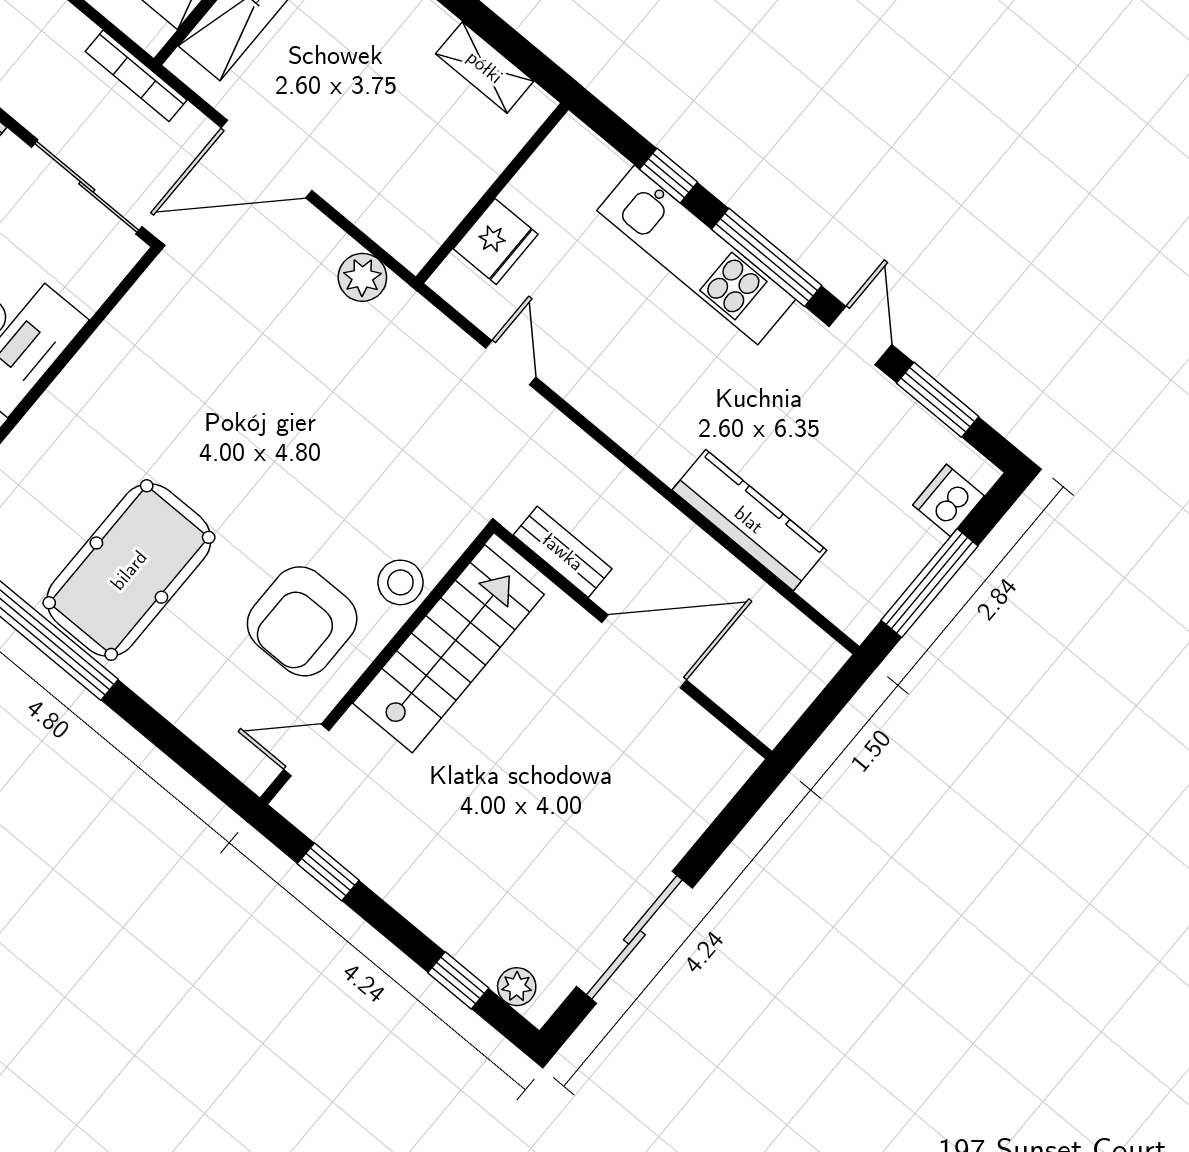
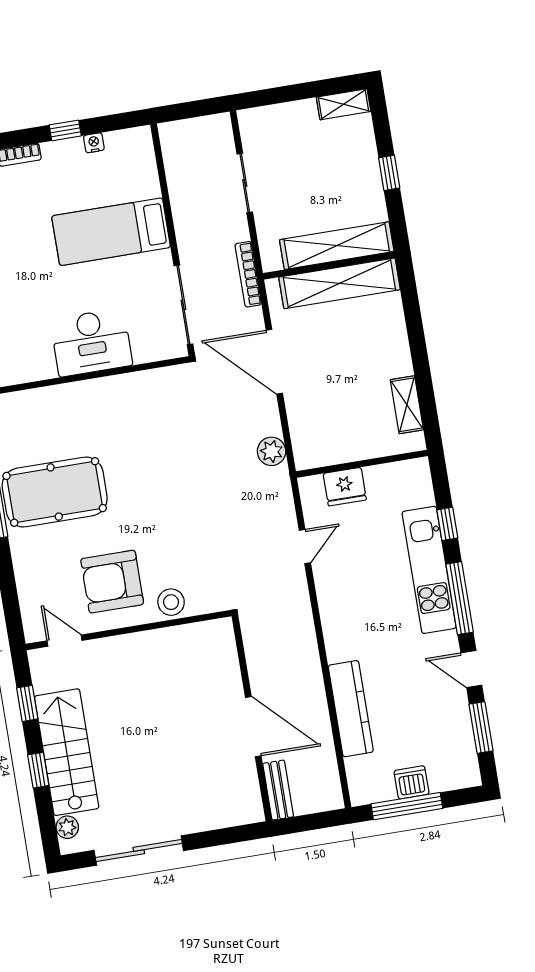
door: (860, 335) -> (471, 669), swing flipped
dishwasher: (948, 500) -> (412, 782), moved
bench: (563, 552) -> (278, 790), moved
stairs: (448, 649) -> (67, 752), moved, turned -90
window: (458, 980) -> (38, 770), moved

